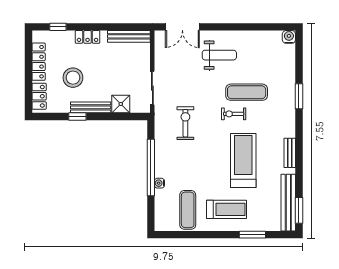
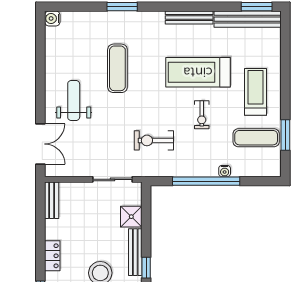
bench: (129, 36) -> (52, 200), width x0.73
exercise bike: (234, 114) -> (202, 115), moved
bench: (290, 153) -> (189, 17), width x1.36
window: (252, 235) -> (285, 135), moved

